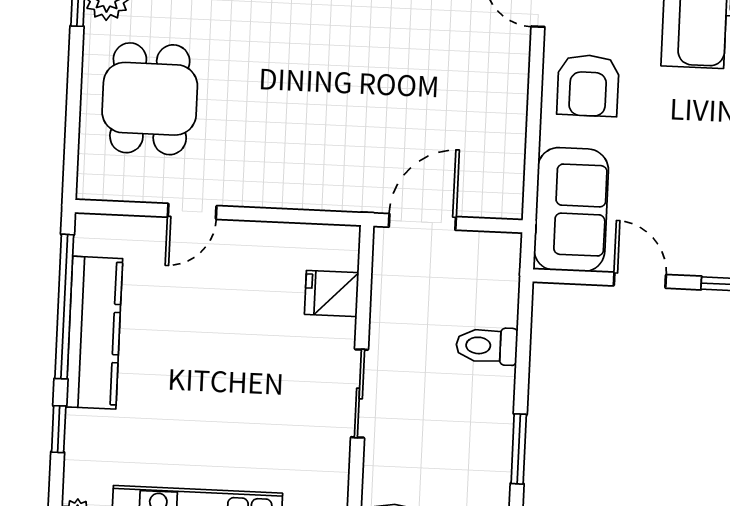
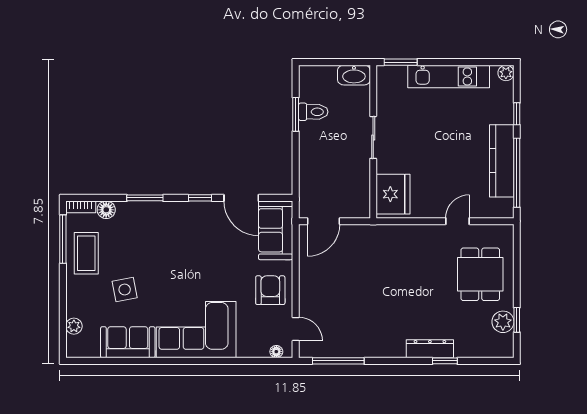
door: (422, 222) -> (324, 221), moved
door: (640, 280) -> (241, 198), width x1.38
fridge: (332, 294) -> (393, 194), width x1.88, depth x1.34
toilet: (487, 346) -> (313, 112), moved

